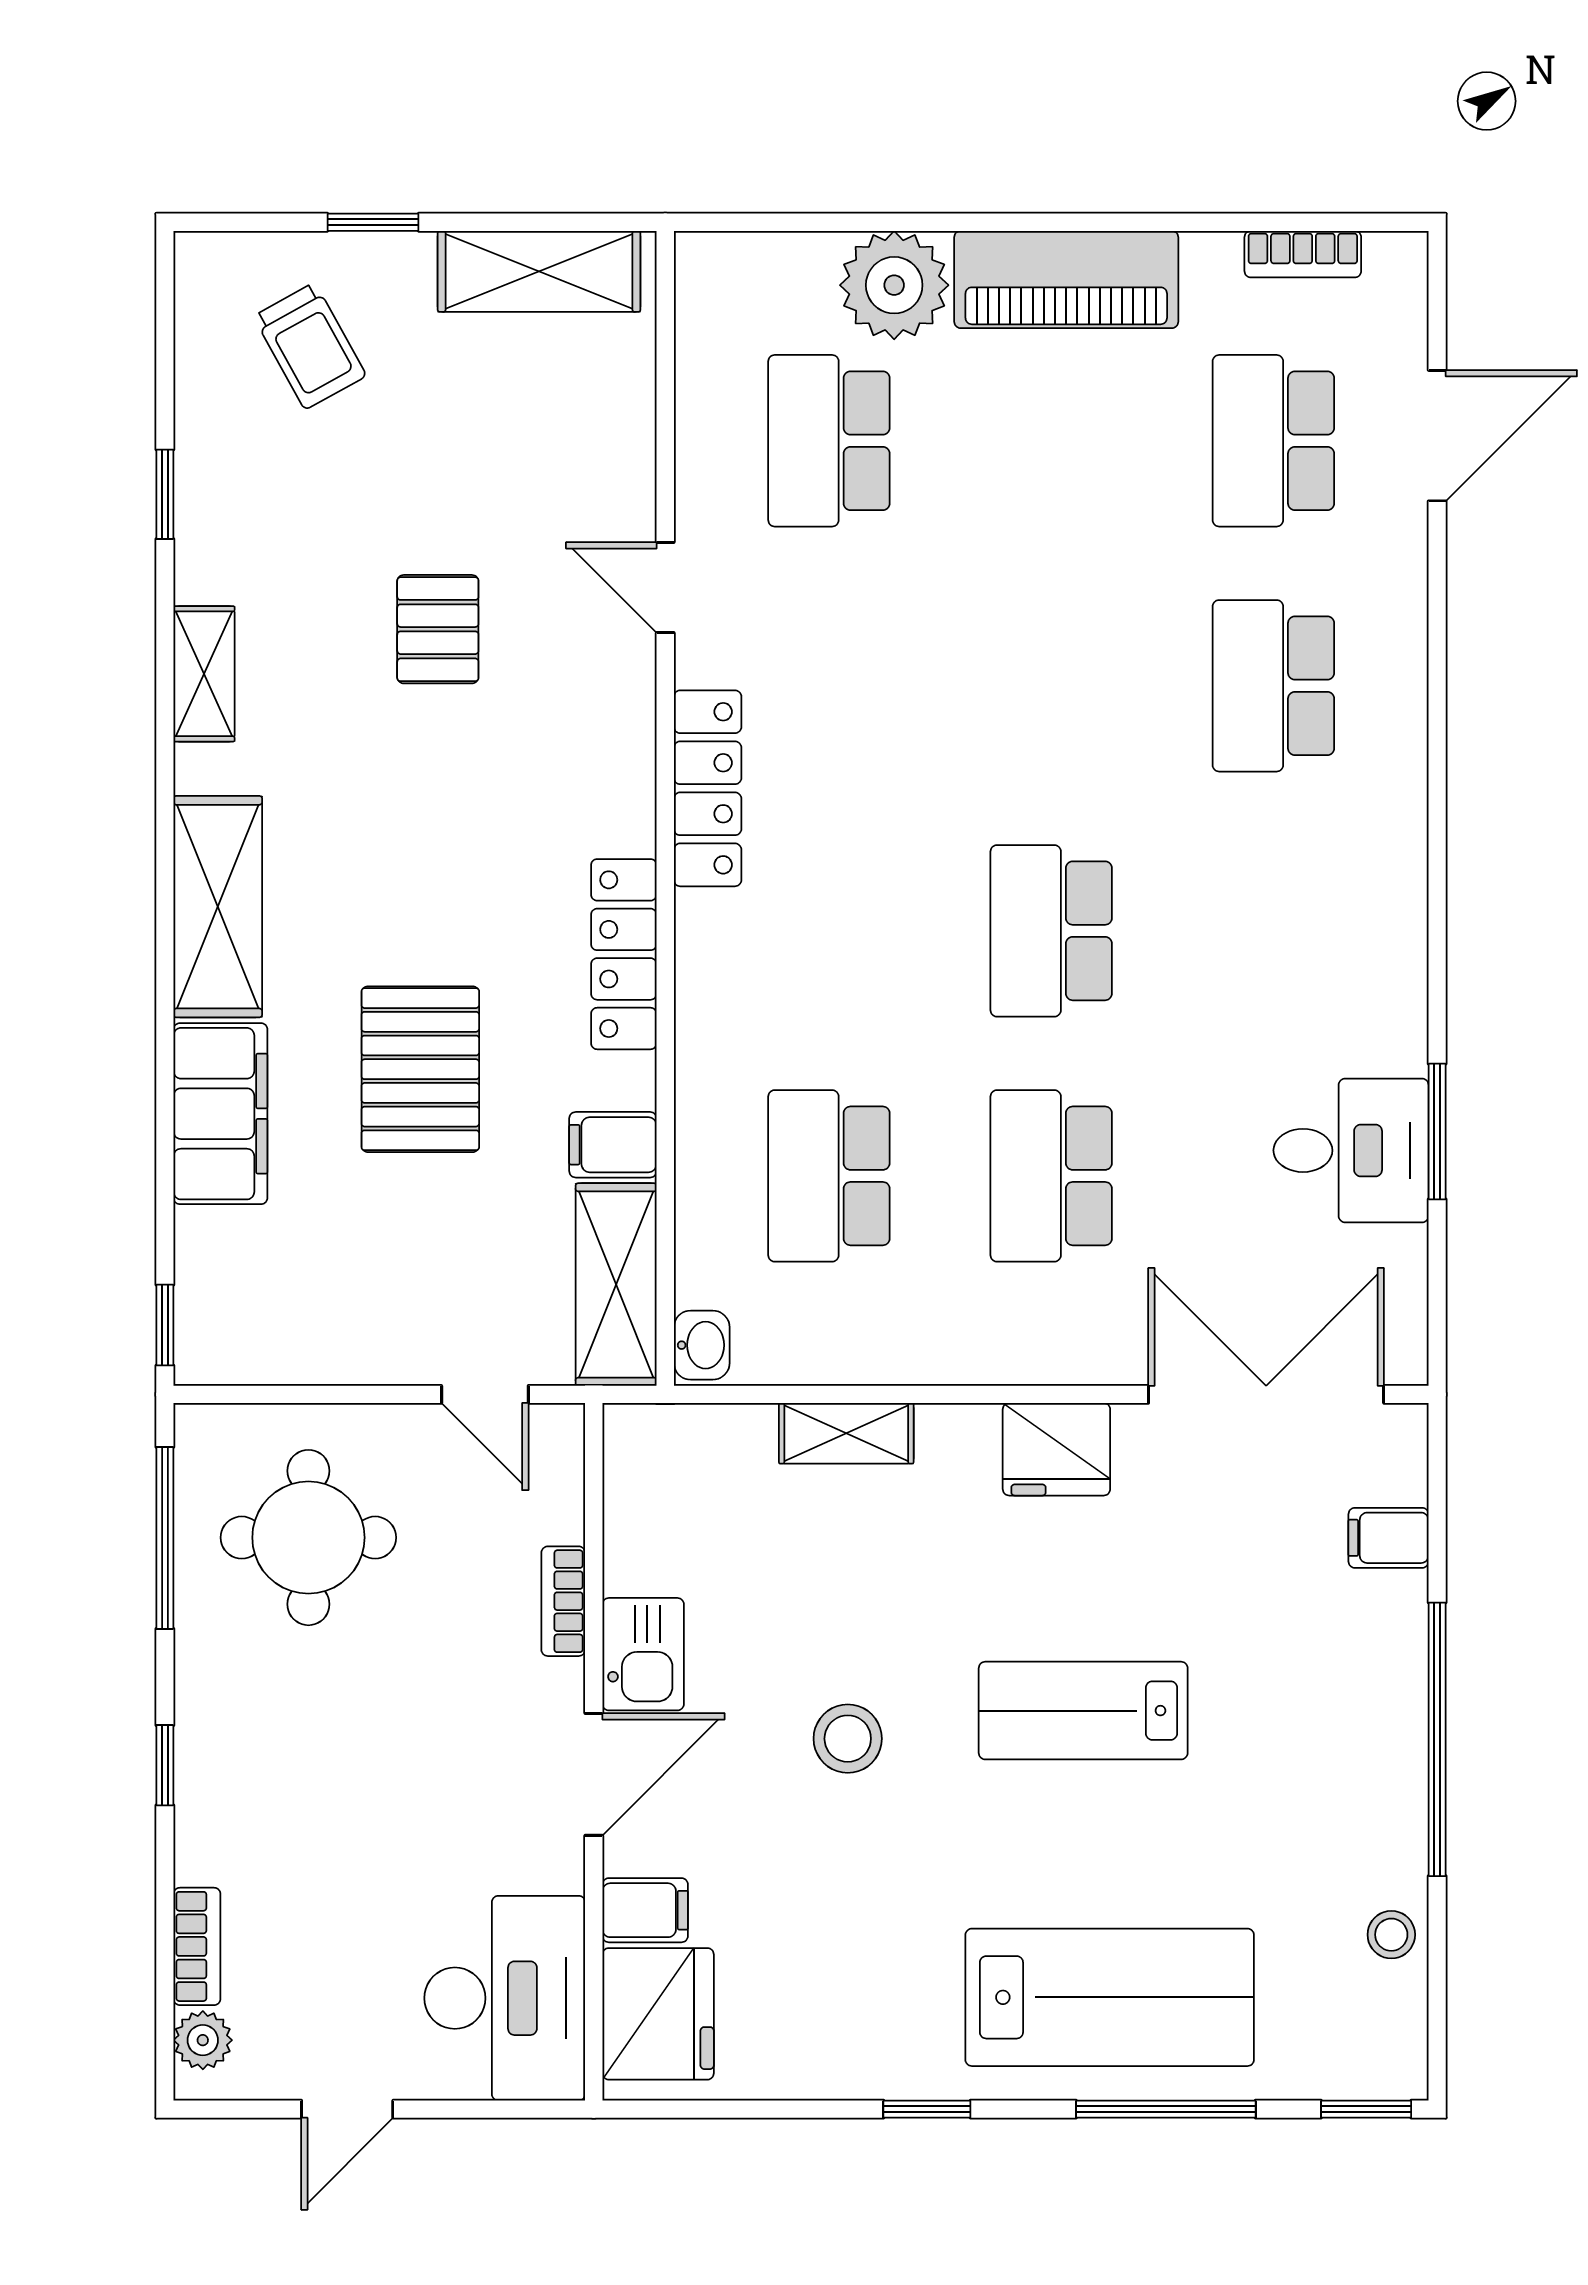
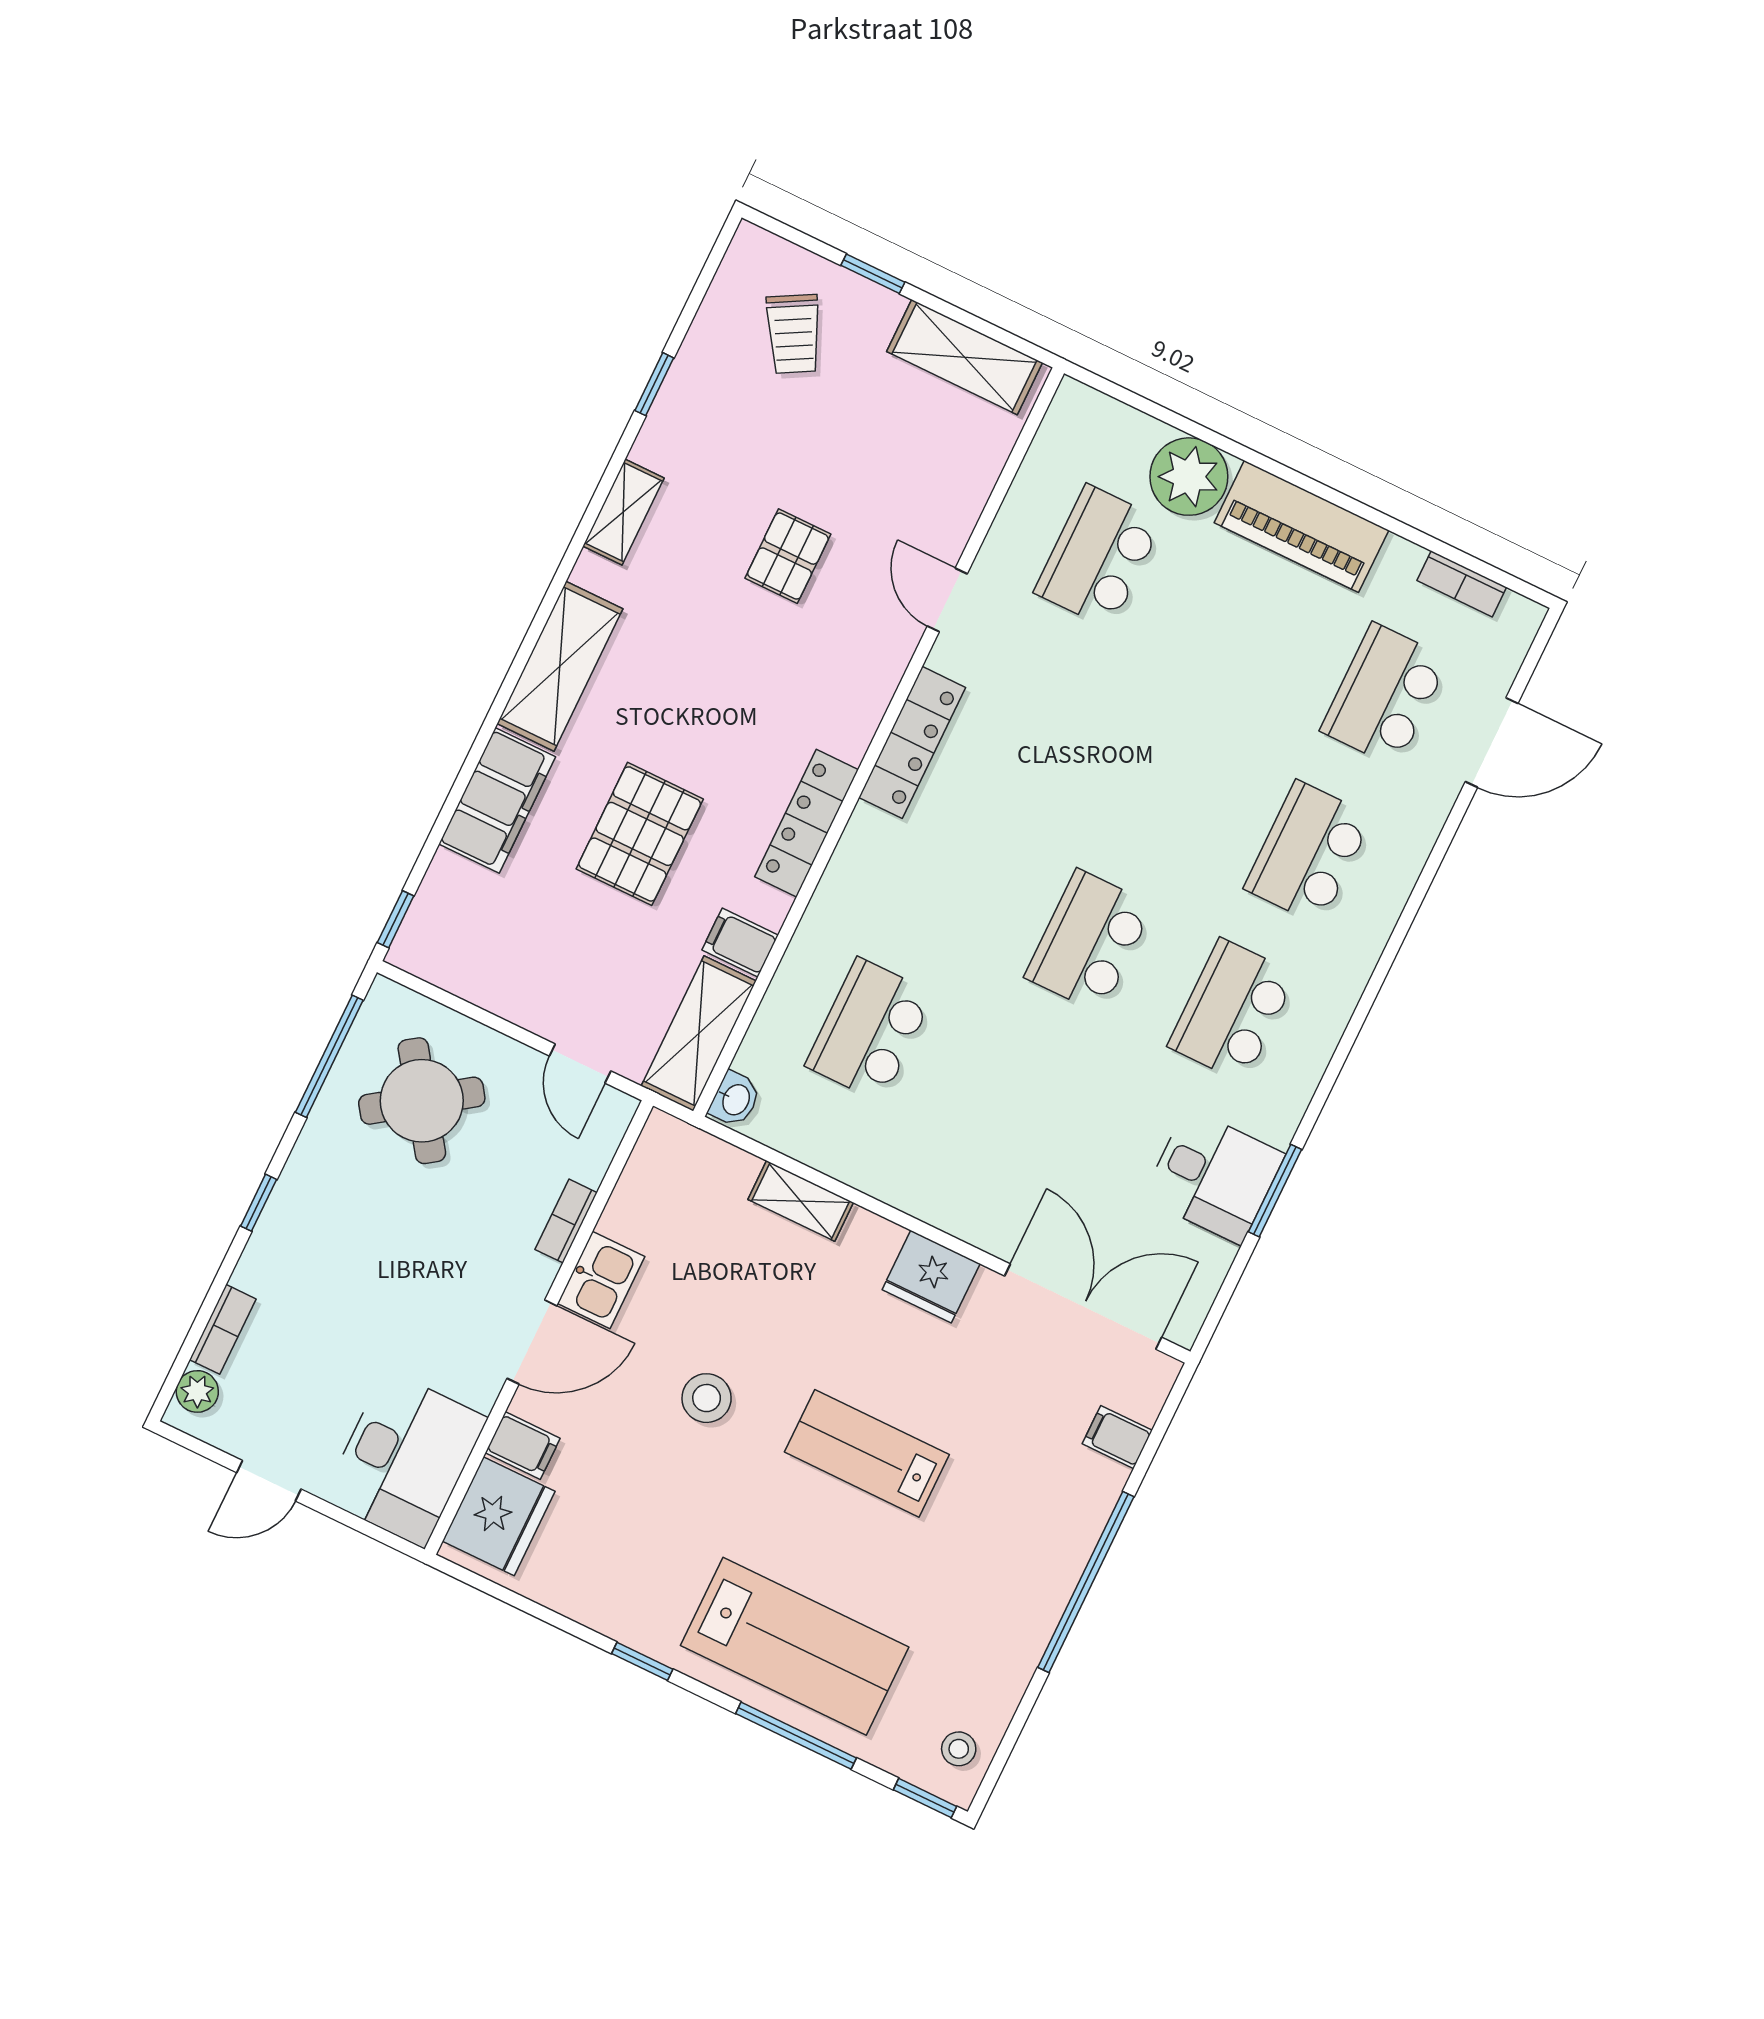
school desk: (1051, 1176) -> (1232, 1010), moved
round table: (308, 1538) -> (422, 1101), turned -35
stool: (1391, 1935) -> (959, 1749), moved

